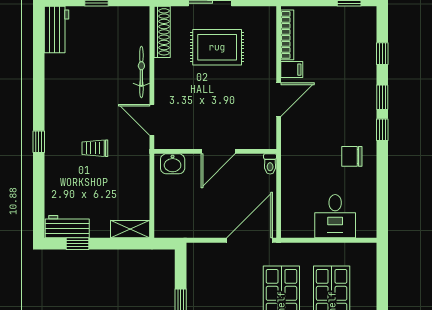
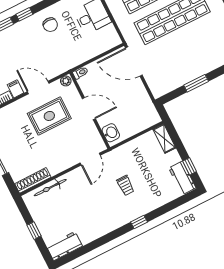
rug: (217, 47) -> (49, 116), moved, turned 90
bicycle: (141, 72) -> (50, 188), moved
plant: (269, 140) -> (66, 81), added

